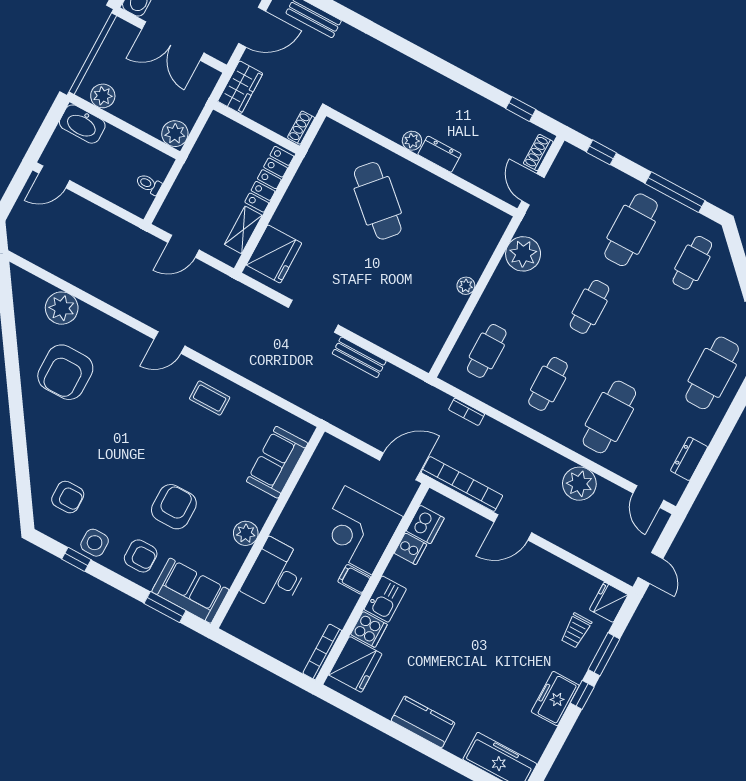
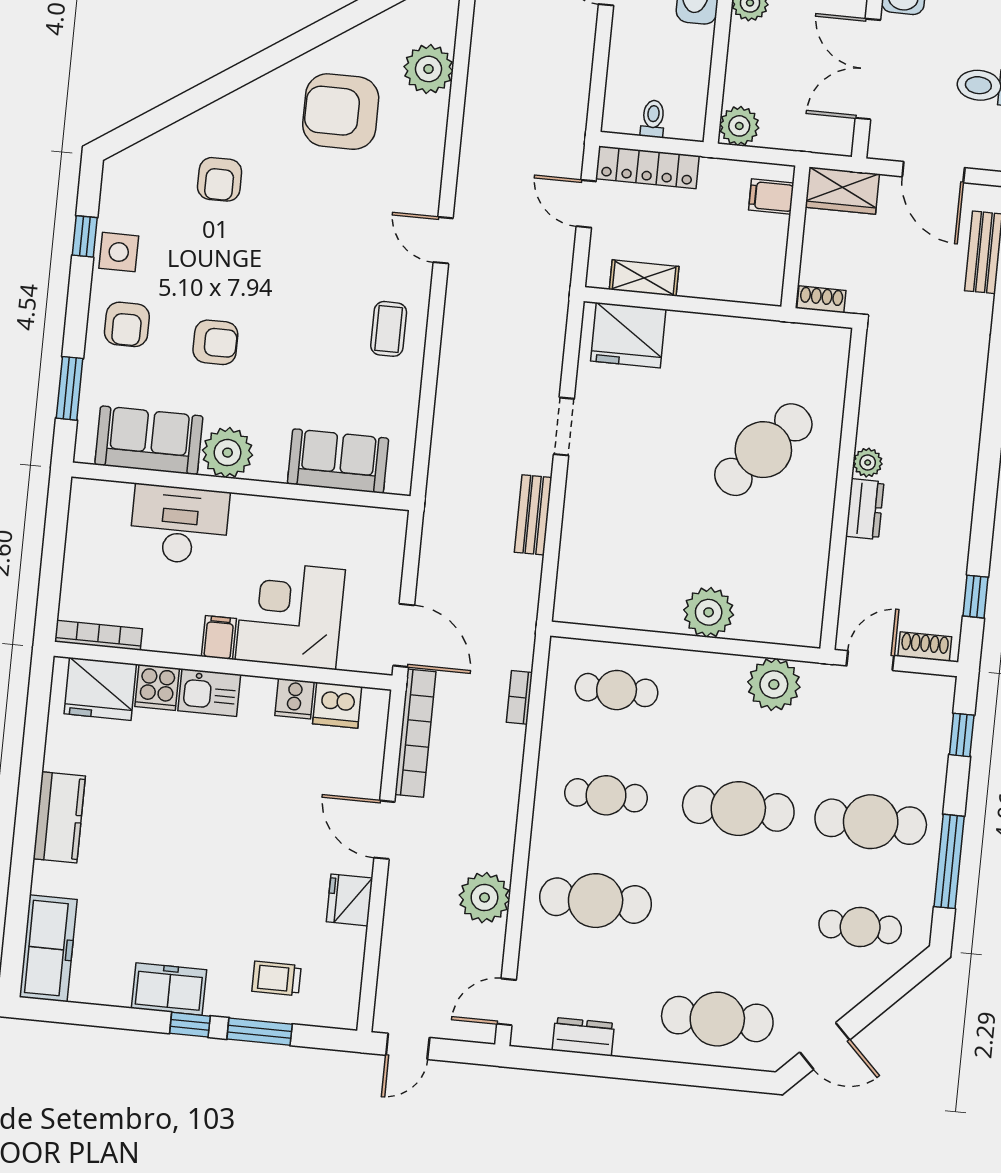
filing cabinet: (226, 132) -> (771, 197), added
locker: (269, 179) -> (647, 167), moved, turned 180
plant: (466, 286) -> (709, 612), width x1.88, depth x1.88
cafe table: (590, 307) -> (738, 809), width x1.37, depth x1.35
doorway: (313, 316) -> (564, 426), width x0.73
armchair: (68, 497) -> (220, 179), moved
armchair: (174, 507) -> (215, 342), width x0.72, depth x0.72
plant: (246, 533) -> (227, 453), width x1.36, depth x1.36
sofa: (190, 591) -> (149, 440), moved, turned -90
fridge: (609, 602) -> (349, 900), moved, turned -90

